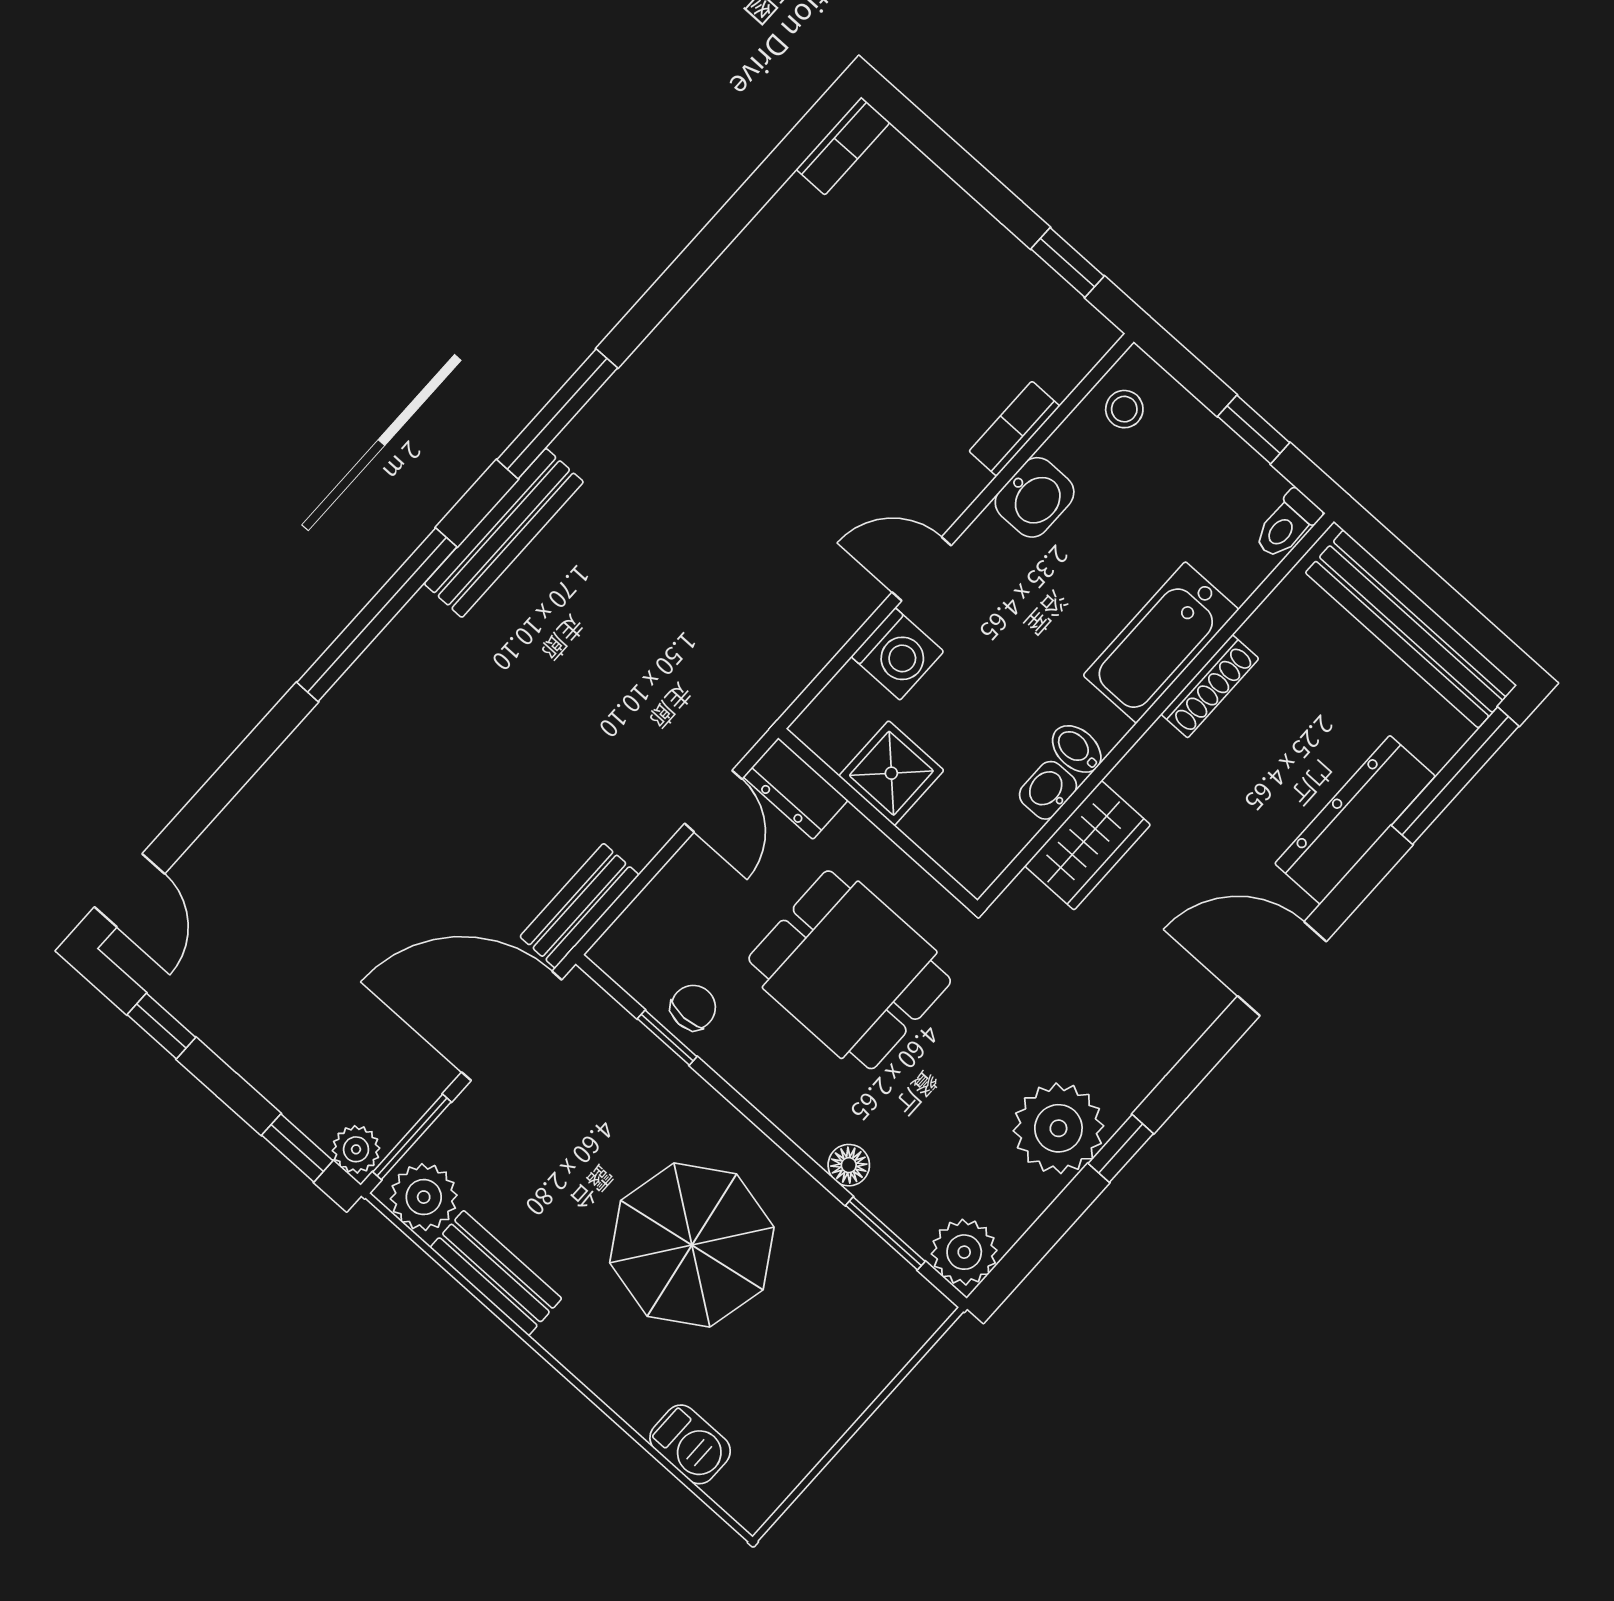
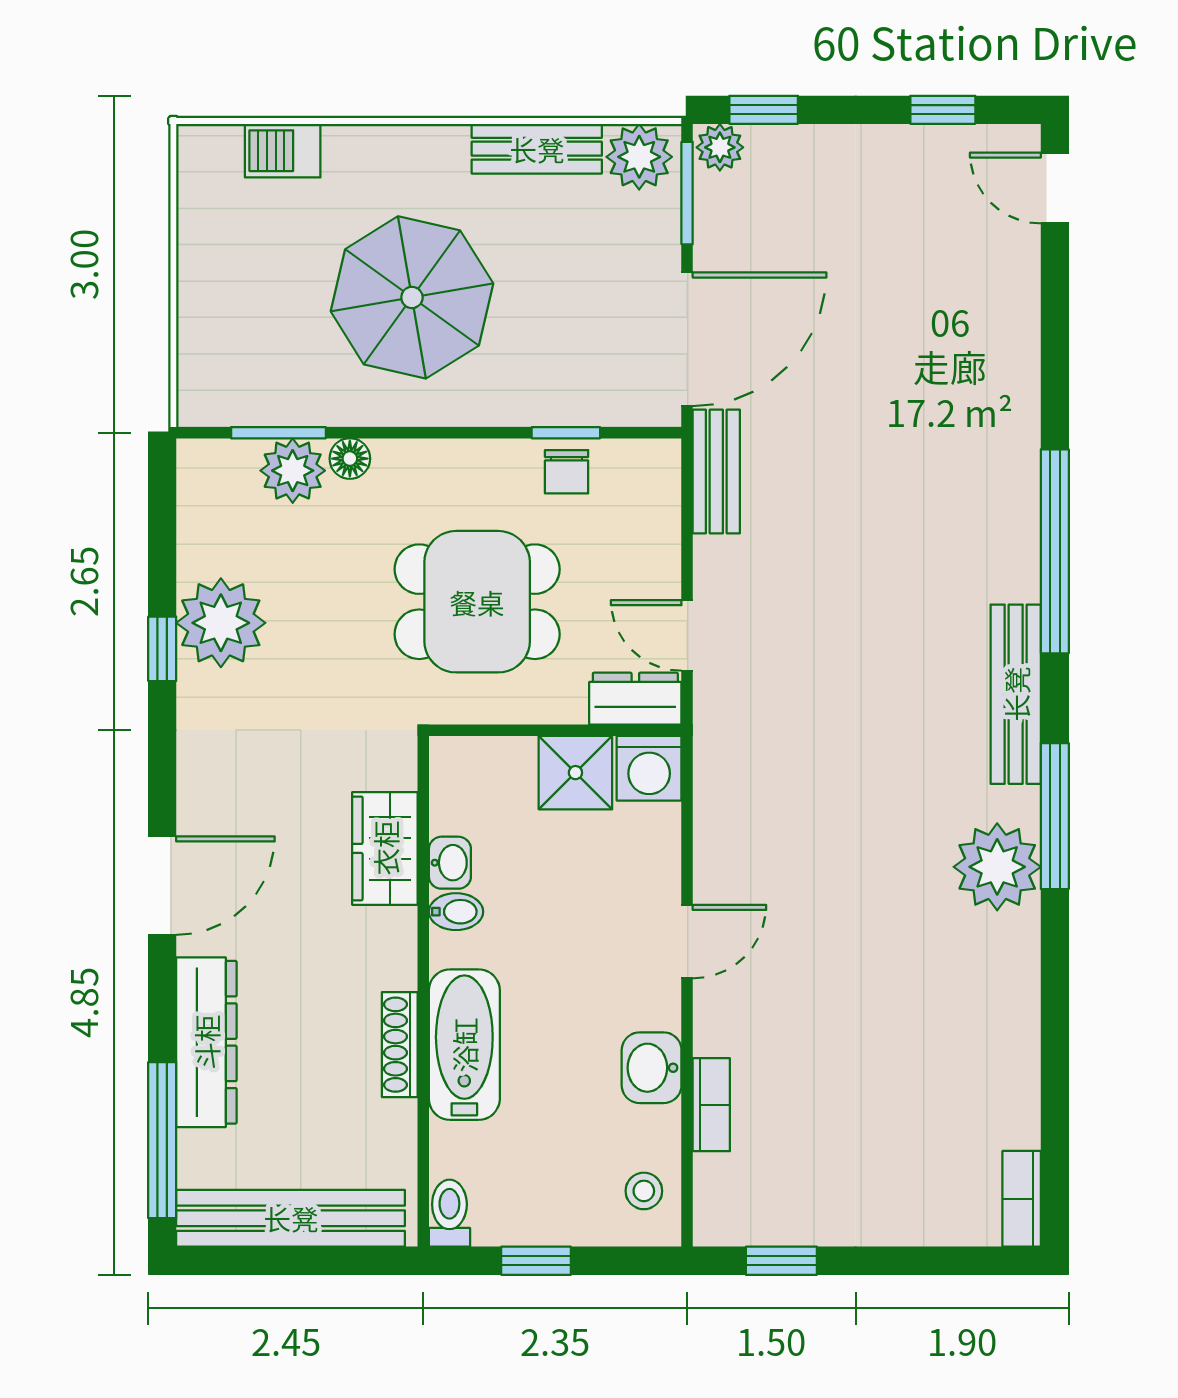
plant: (636, 414) -> (997, 867), added
washing machine: (897, 654) -> (649, 768), moved, turned -90
plant: (964, 1252) -> (293, 471), moved

